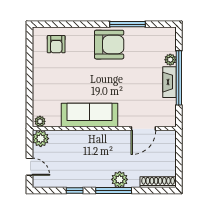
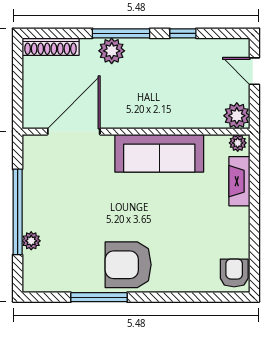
armchair: (56, 44) -> (234, 273), moved
fireplace: (169, 82) -> (239, 181), moved, turned 180
door: (143, 129) -> (74, 132), width x1.36

